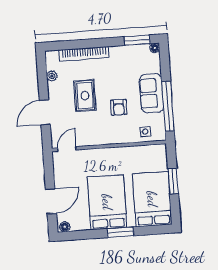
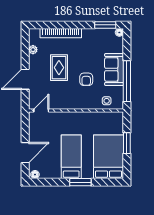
bed: (107, 202) -> (71, 157), width x0.67

